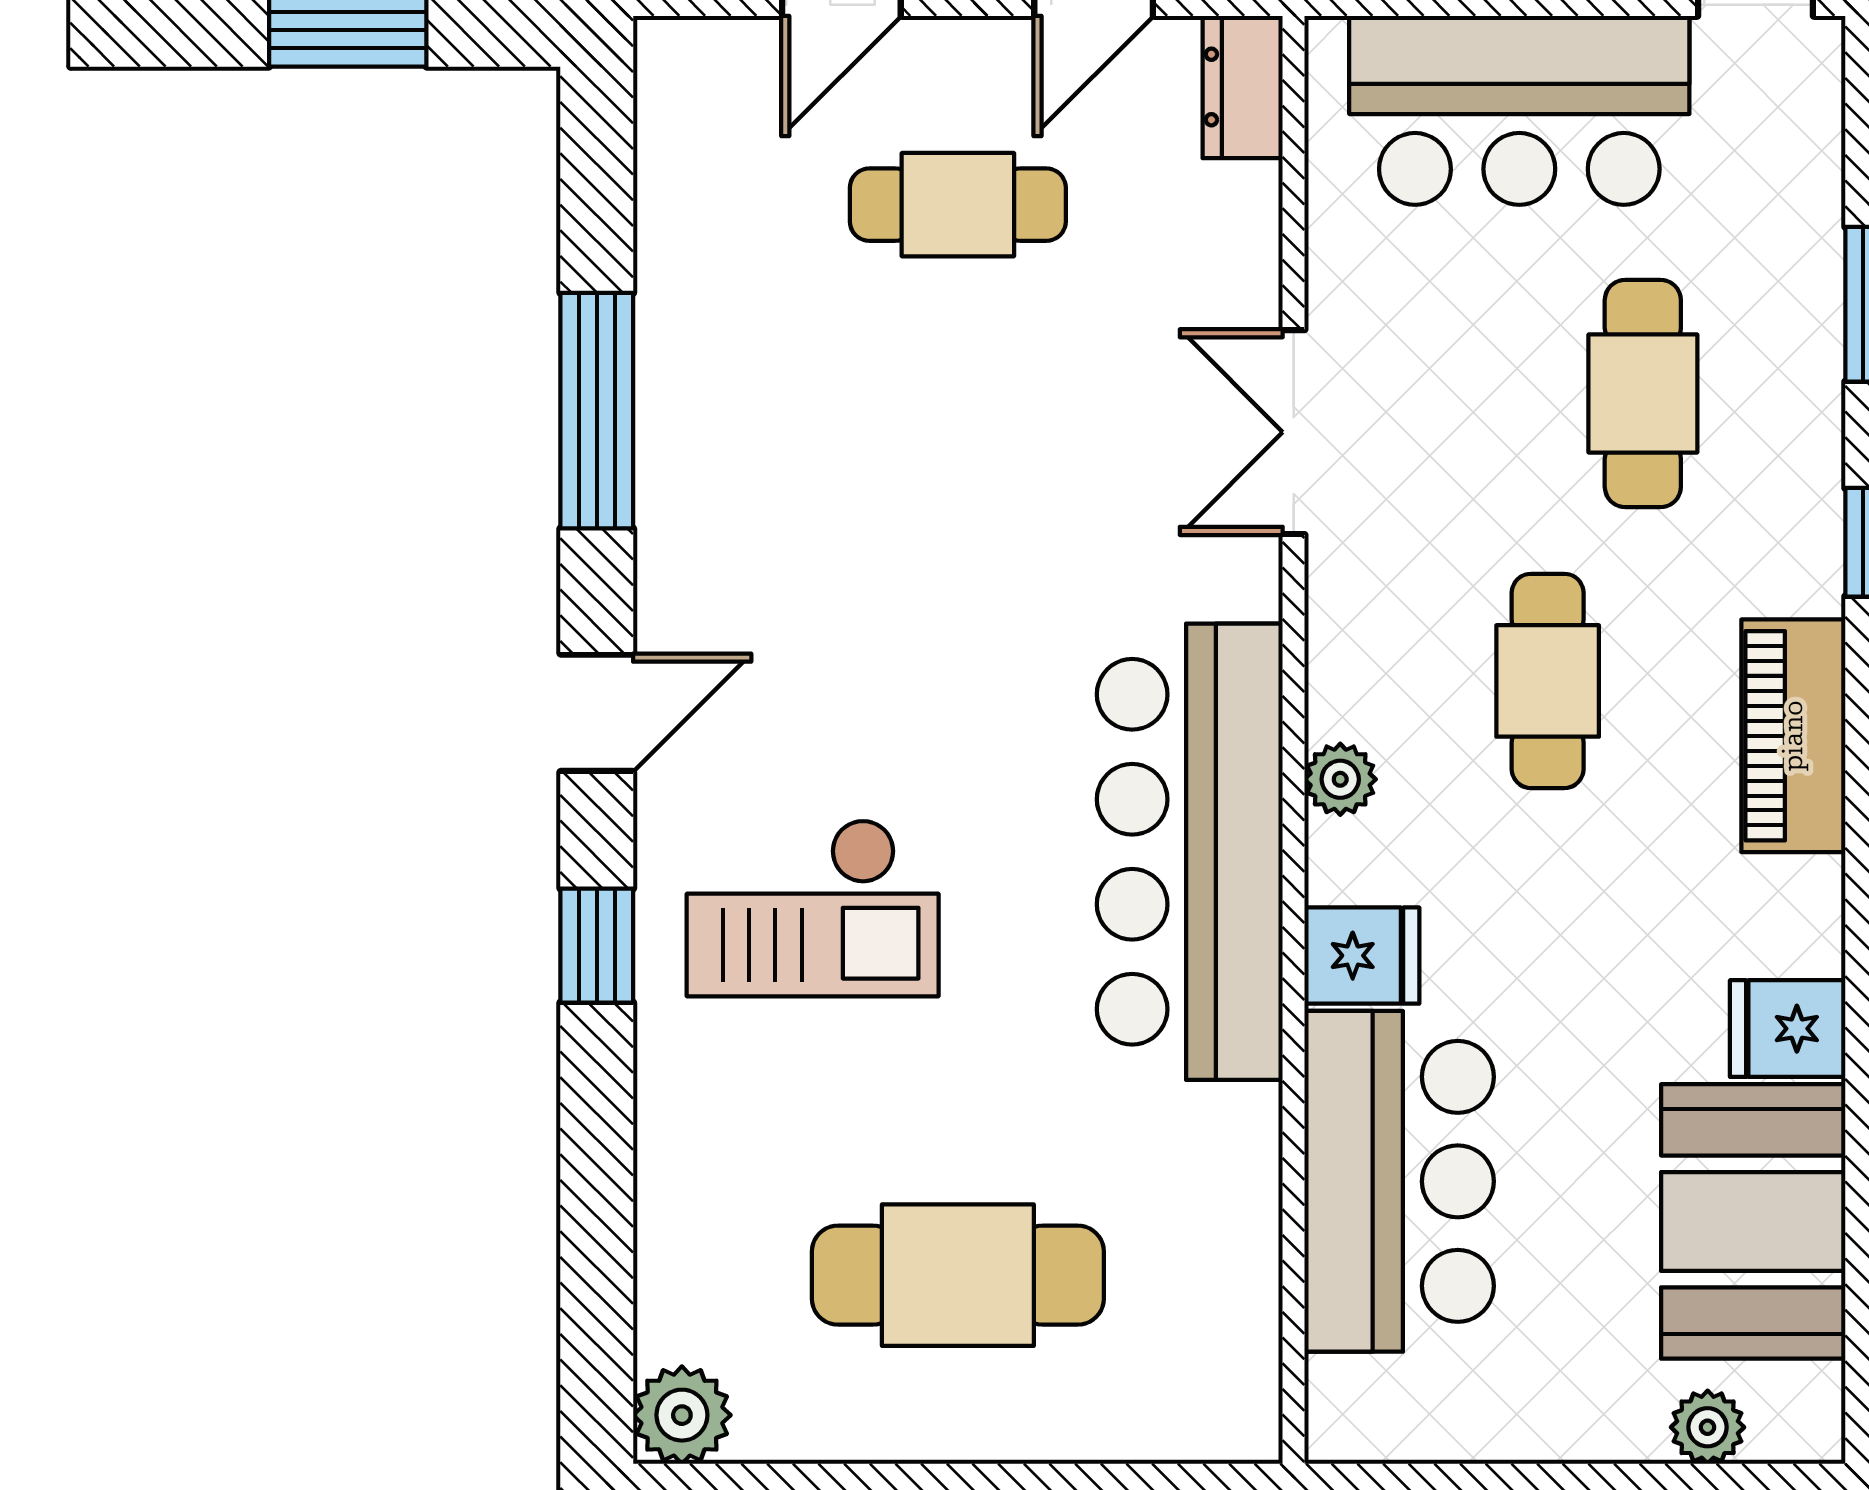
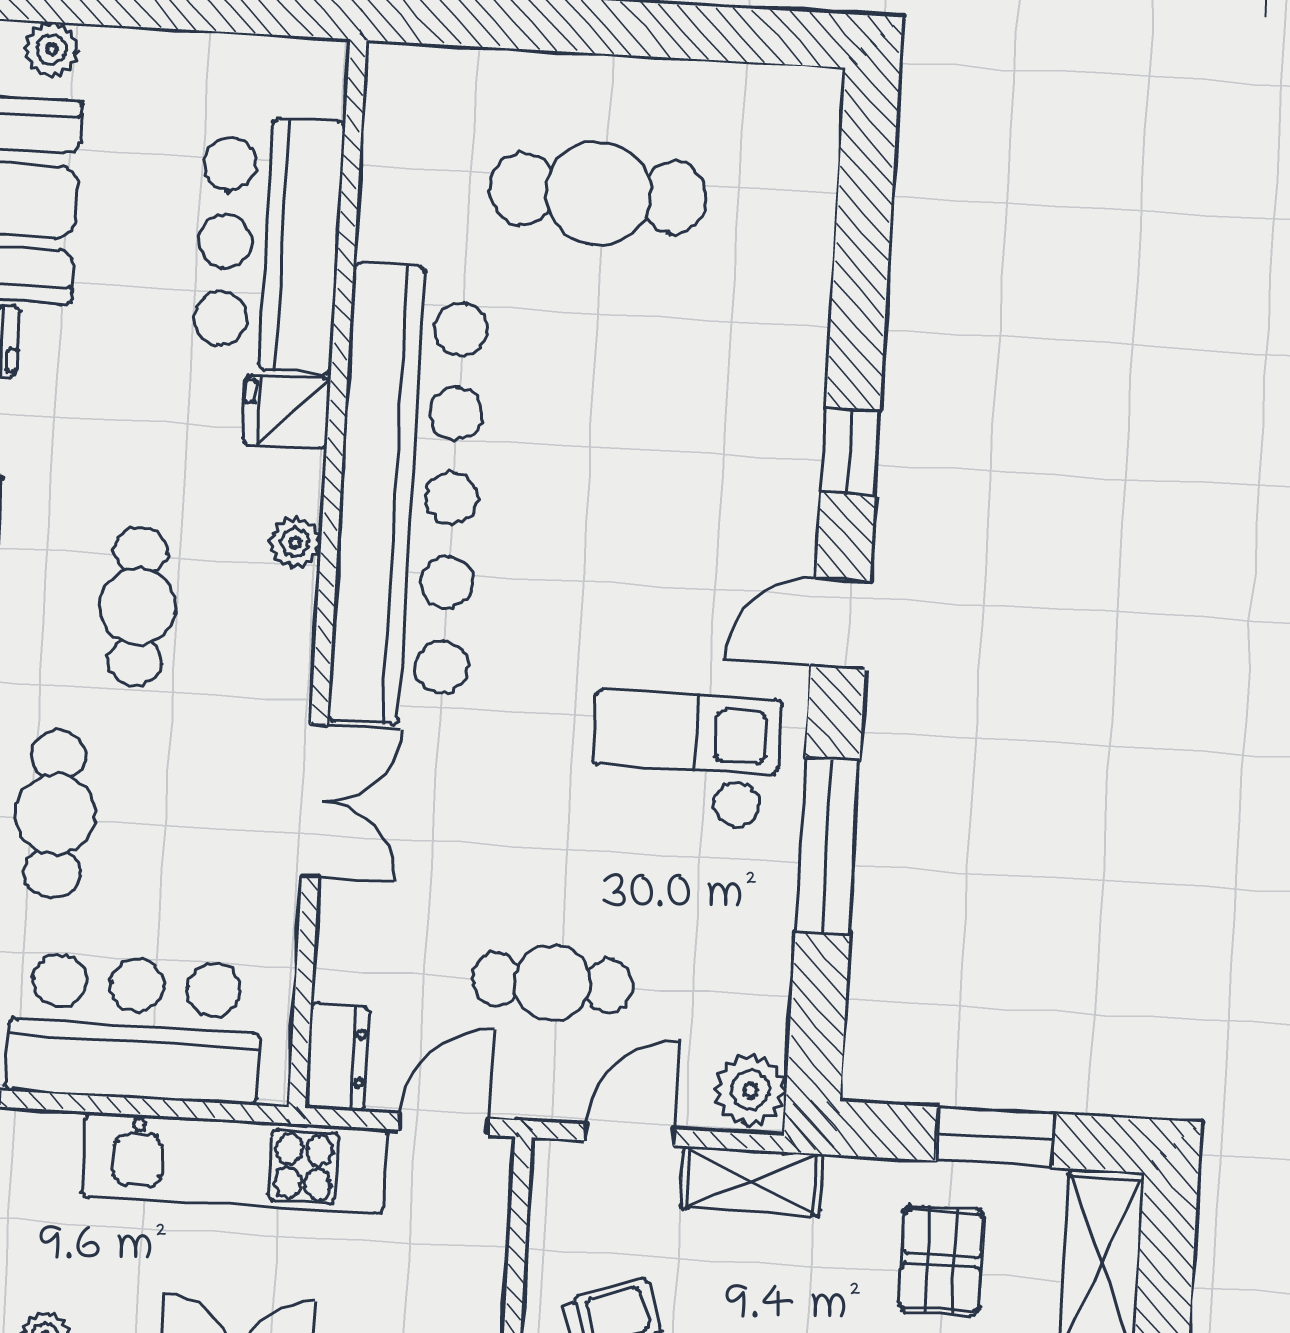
bar counter: (1190, 852) -> (409, 496), width x1.36
checkout: (813, 908) -> (685, 759), moved
plant: (682, 1415) -> (750, 1090), moved

